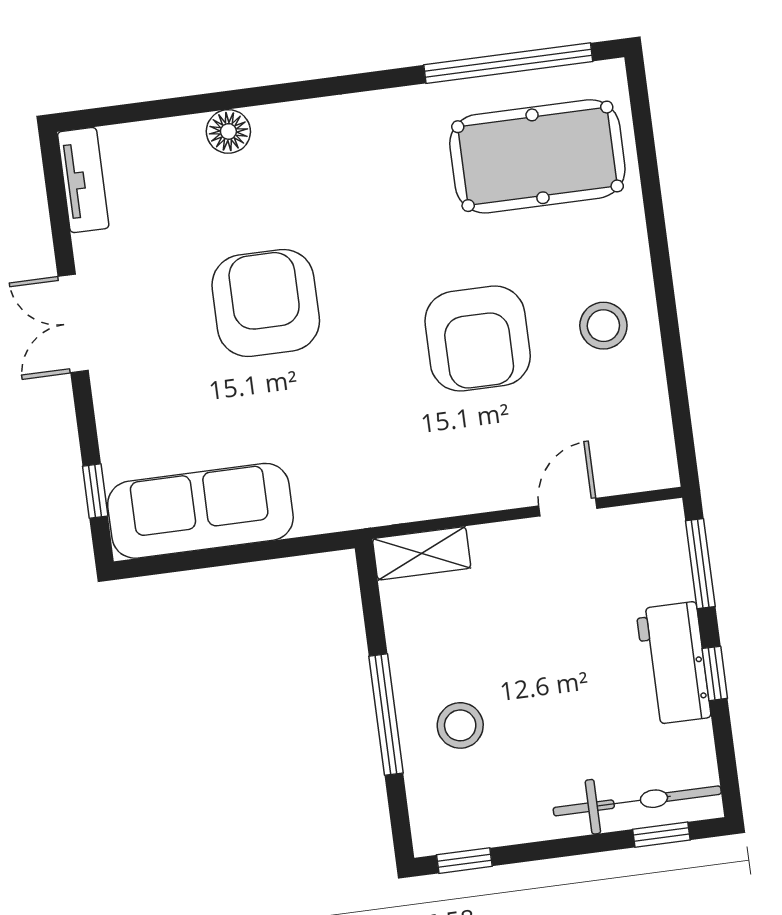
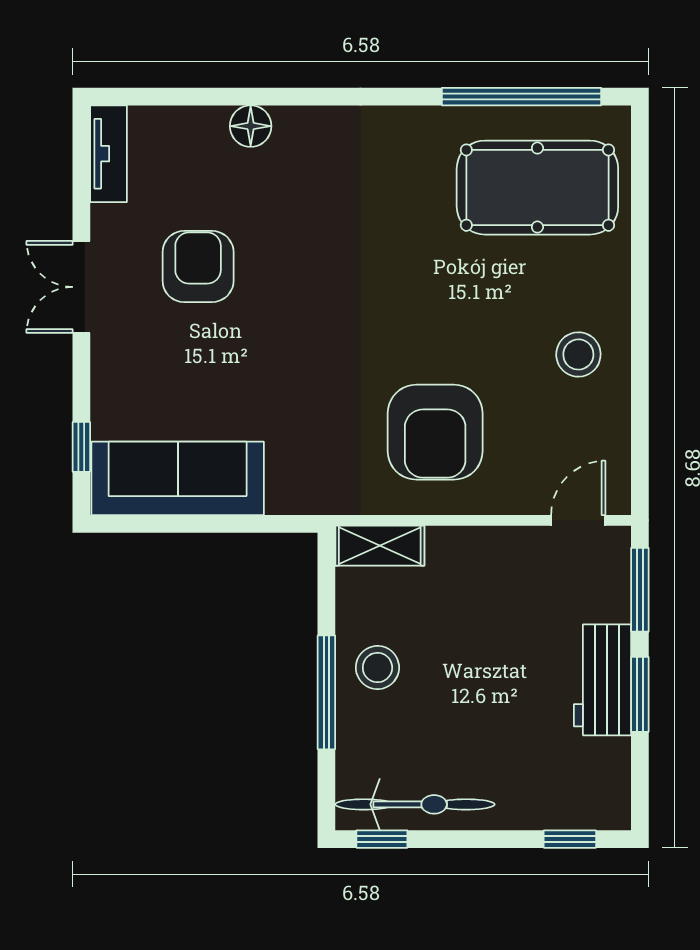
armchair: (266, 303) -> (198, 267), moved, width x0.73, depth x0.73
armchair: (478, 339) -> (435, 432), moved
door: (568, 507) -> (578, 520), moved
window: (715, 673) -> (640, 694), width x1.50
stool: (460, 725) -> (377, 668), moved
bicycle: (637, 801) -> (415, 804), moved

